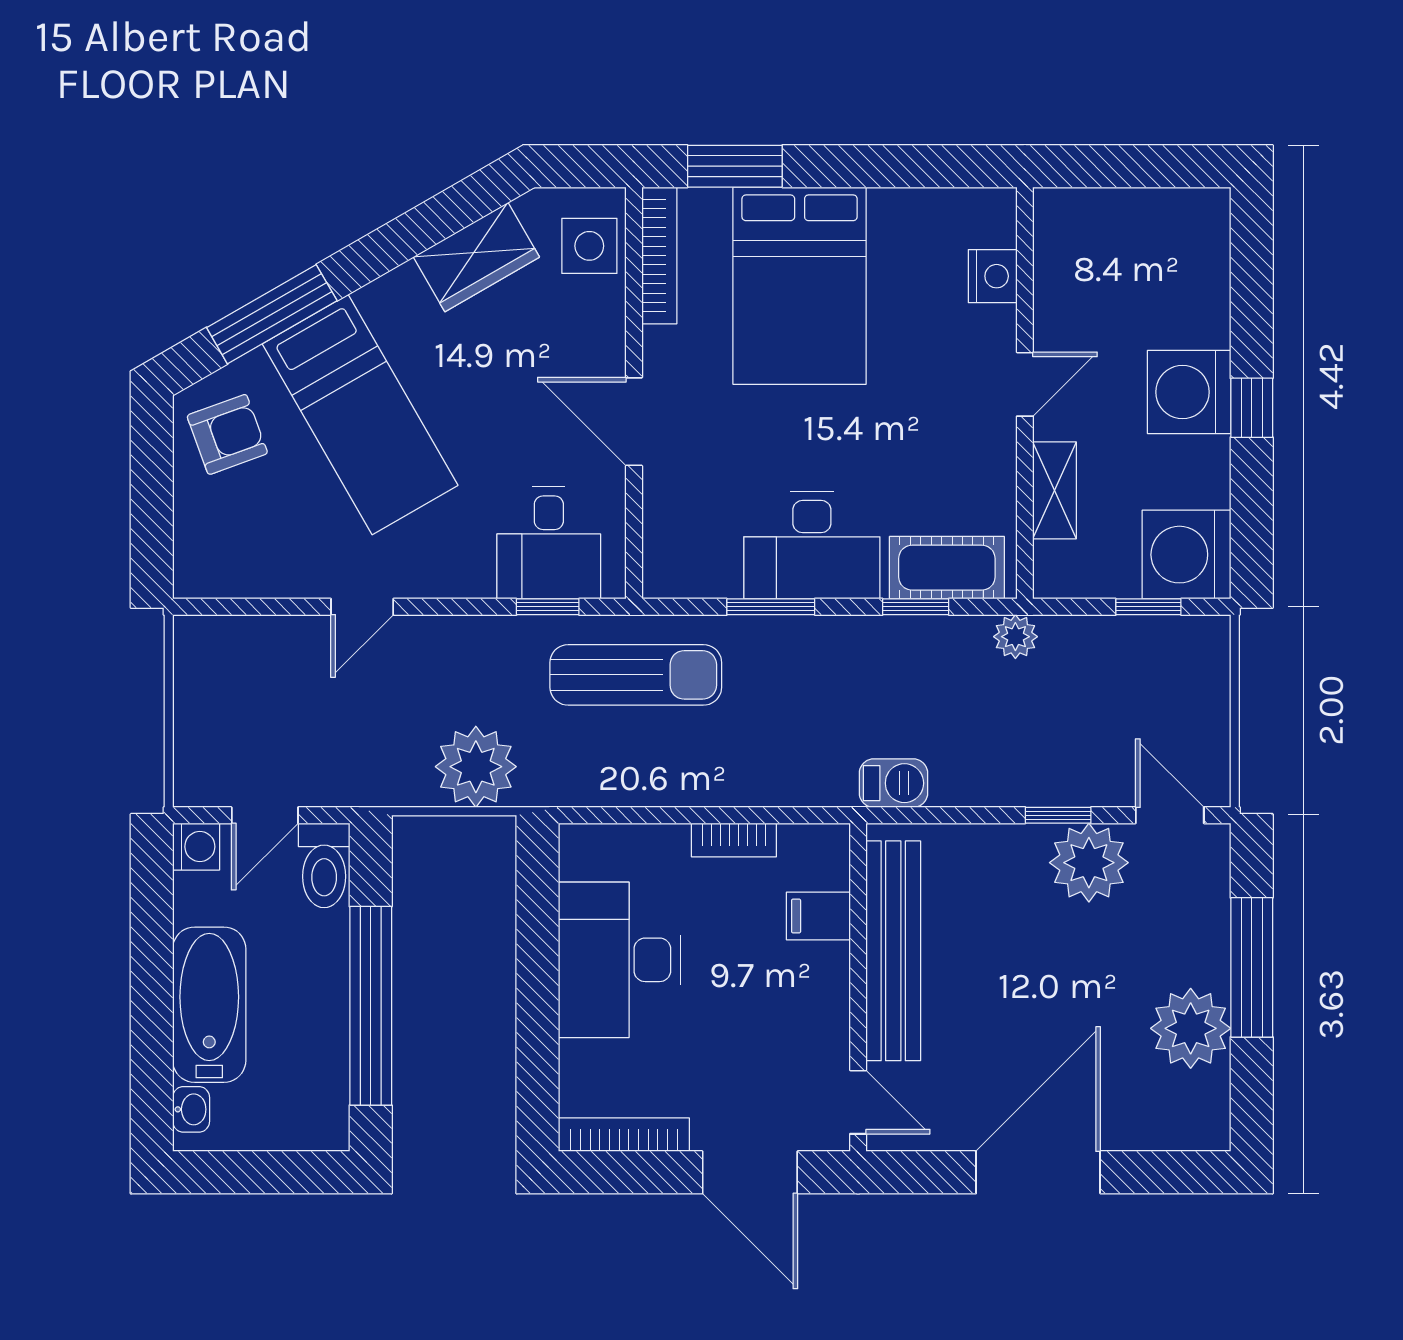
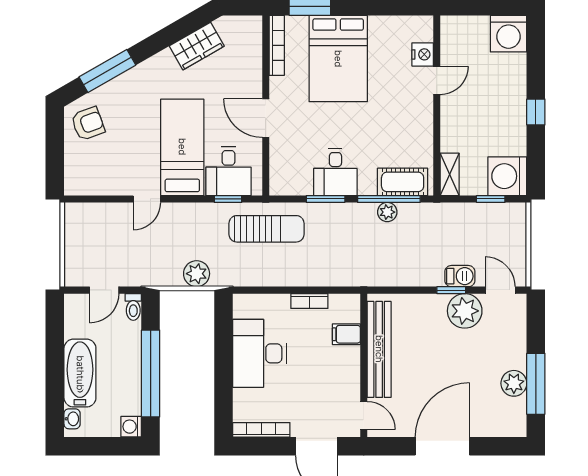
side table: (589, 246) -> (246, 41), removed
door: (1025, 384) -> (437, 80), moved
washing machine: (1189, 392) -> (509, 34), moved, turned -90
bed: (360, 415) -> (182, 147), moved, turned -150
shelving: (1055, 490) -> (450, 174), moved
desk: (812, 545) -> (335, 172), width x0.73
window: (916, 607) -> (389, 199), width x2.17
plant: (1015, 637) -> (387, 212), moved
plant: (476, 767) -> (197, 274), width x0.73, depth x0.73
barbecue: (893, 783) -> (460, 276), moved
washing machine: (196, 847) -> (131, 427), moved, turned 180
toilet: (324, 865) -> (133, 307), width x0.73, depth x0.72
window: (1252, 967) -> (536, 384), moved
plant: (1191, 1028) -> (514, 383), width x0.73, depth x0.73

